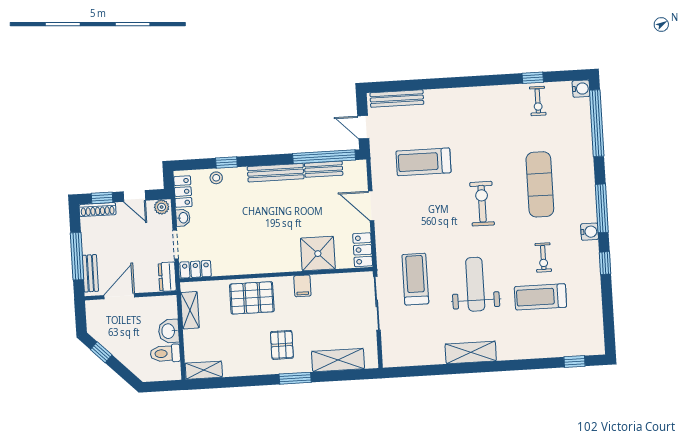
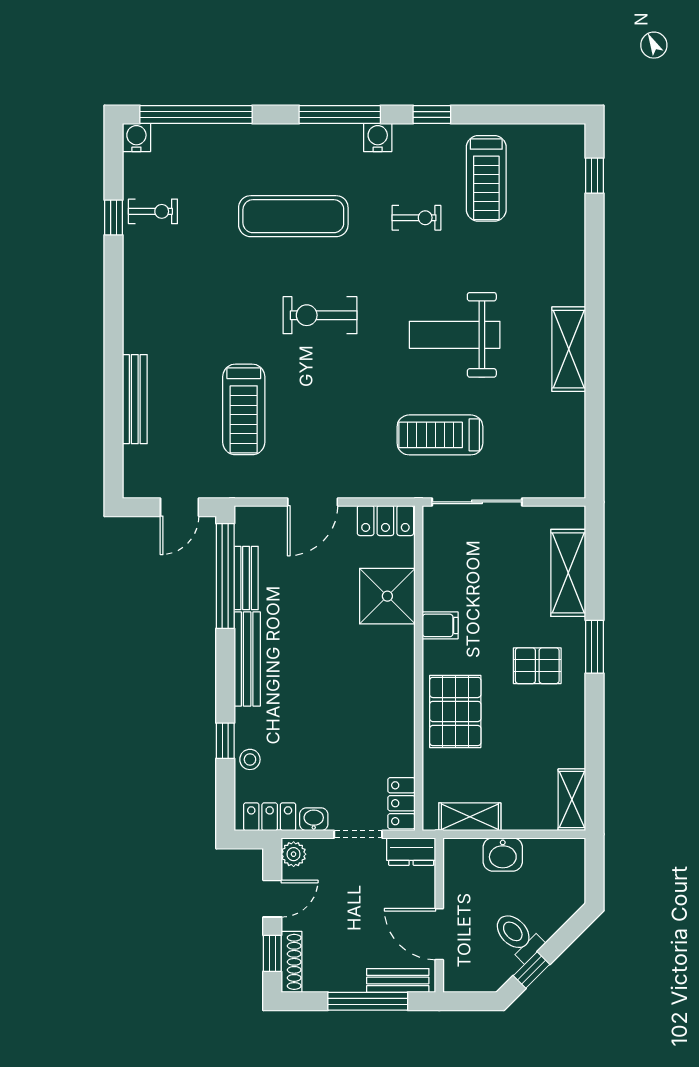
bench: (397, 99) -> (135, 399), moved
treadmill: (540, 297) -> (486, 178), moved
toilet: (165, 353) -> (518, 936), moved, turned 135

